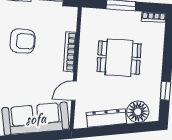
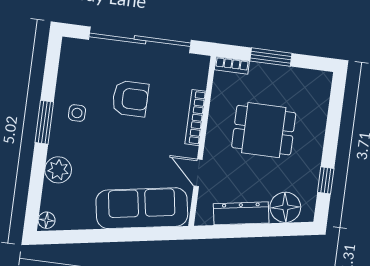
bookcase: (154, 17) -> (232, 65), moved
door: (74, 91) -> (198, 173), hinge flipped

